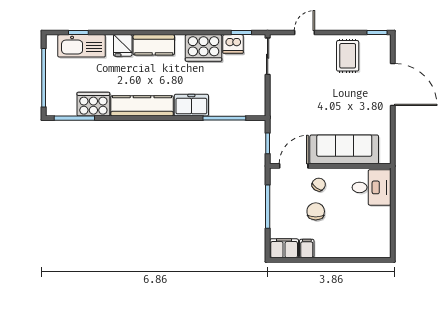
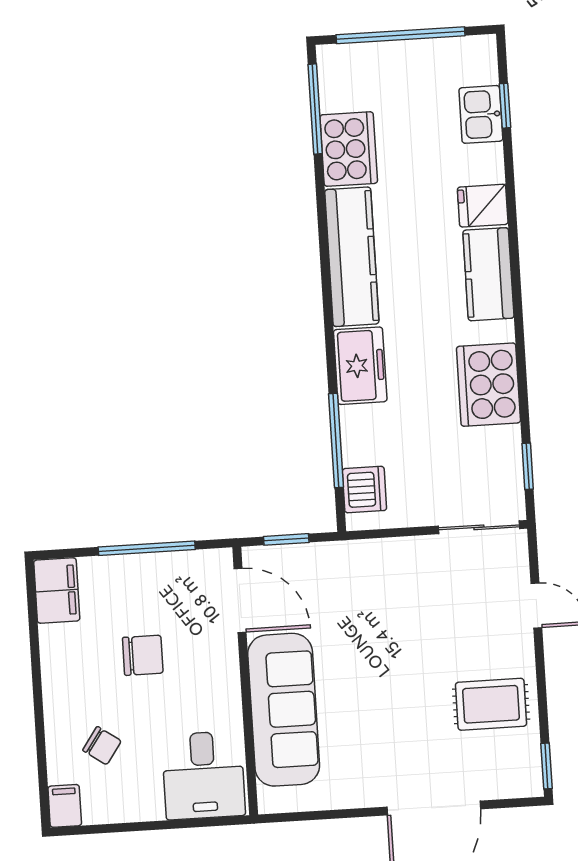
dishwasher: (233, 44) -> (364, 490), moved, turned 180
kitchen sink: (82, 46) -> (481, 114), width x0.53, depth x0.81
chair: (319, 184) -> (102, 746), moved
filing cabinet: (307, 248) -> (65, 806), moved, turned -90

